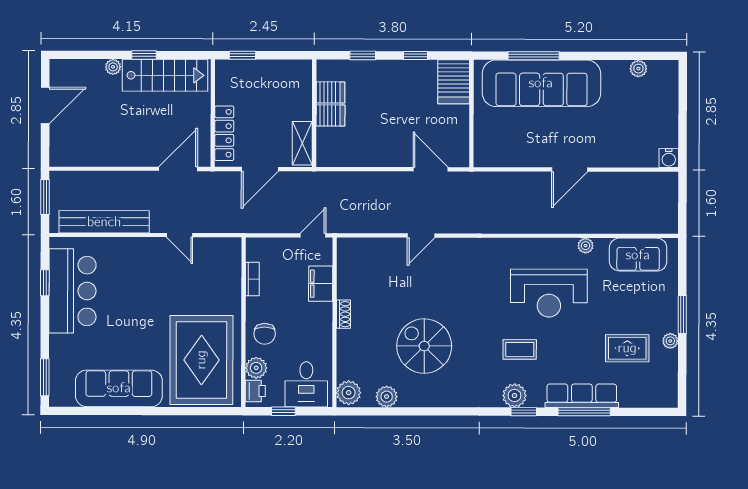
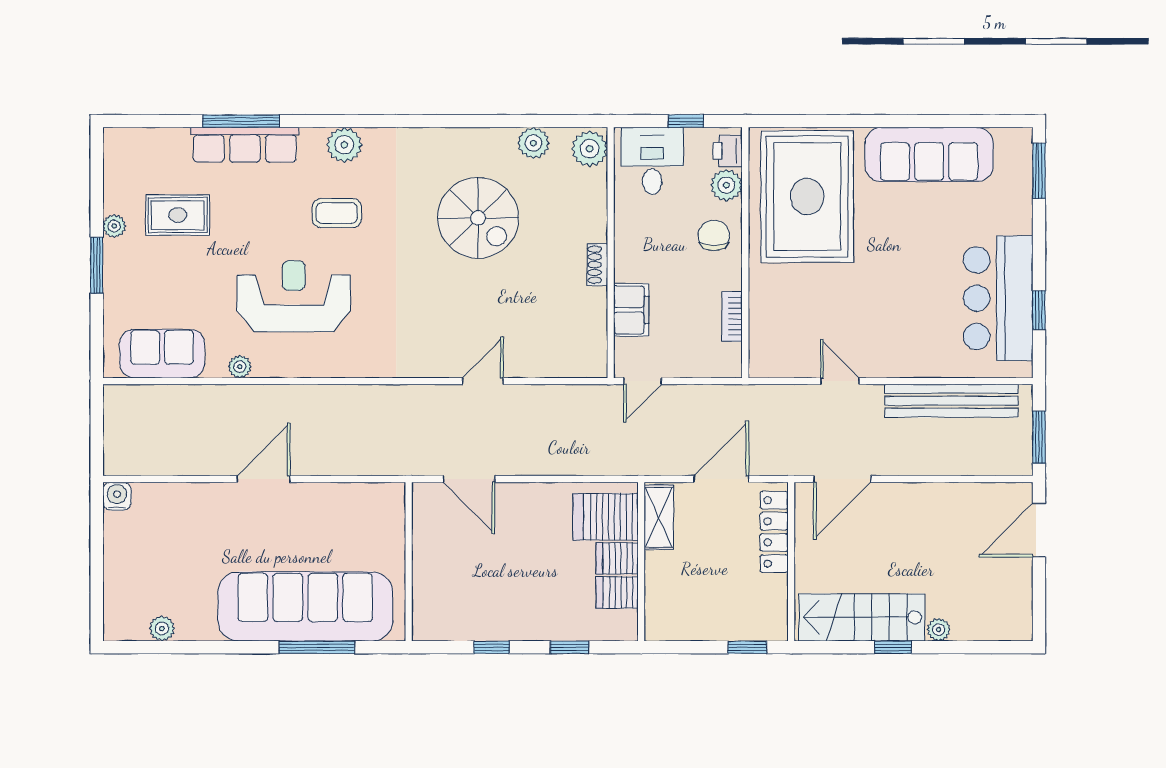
server rack: (454, 82) -> (605, 517), moved, turned -90
door: (45, 105) -> (1039, 530), moved
window: (524, 412) -> (331, 121), removed

